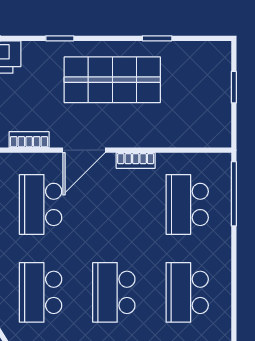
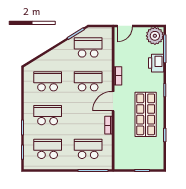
door: (84, 150) -> (113, 101), hinge flipped

